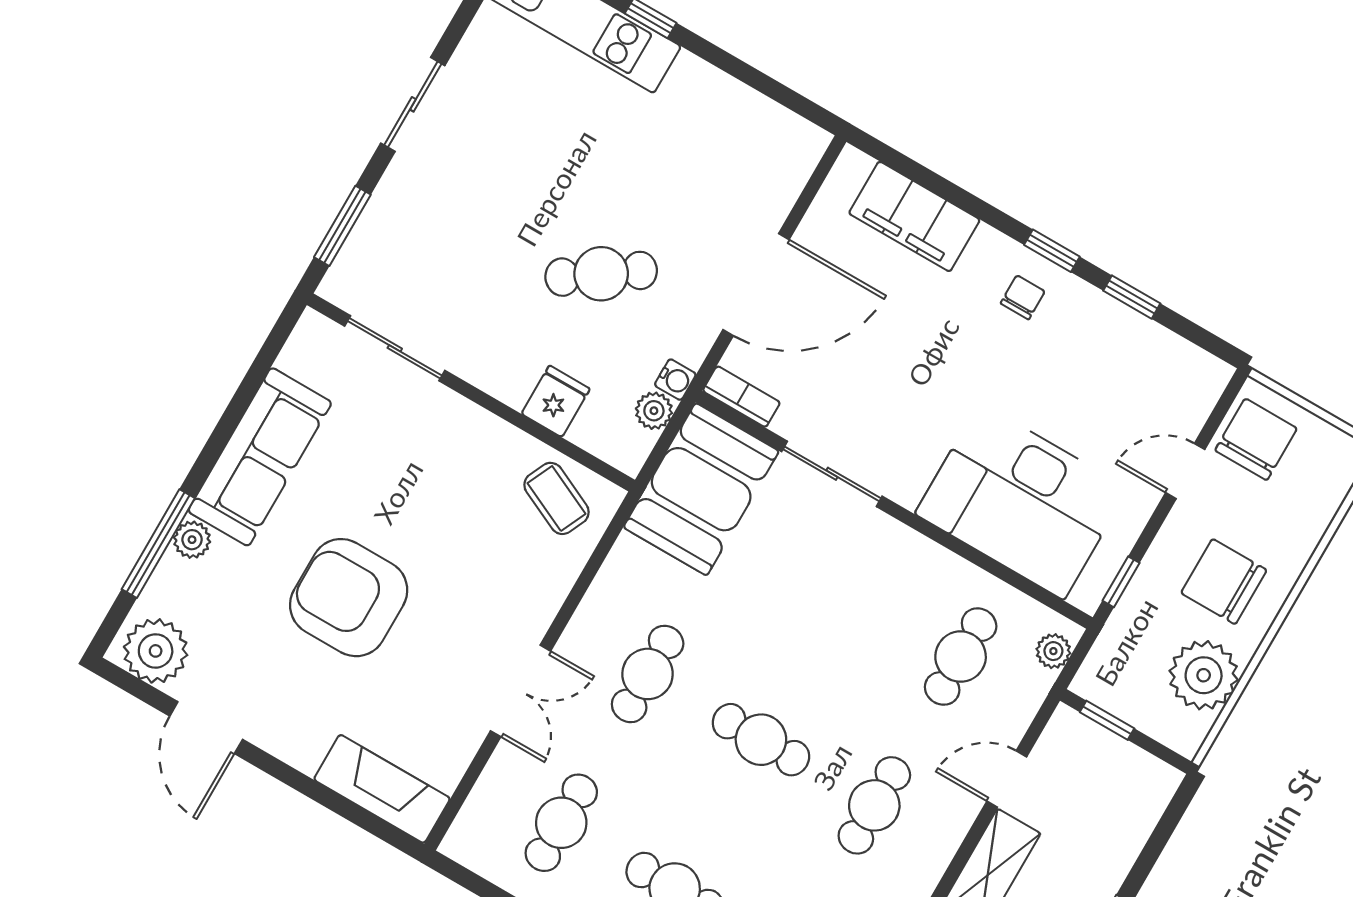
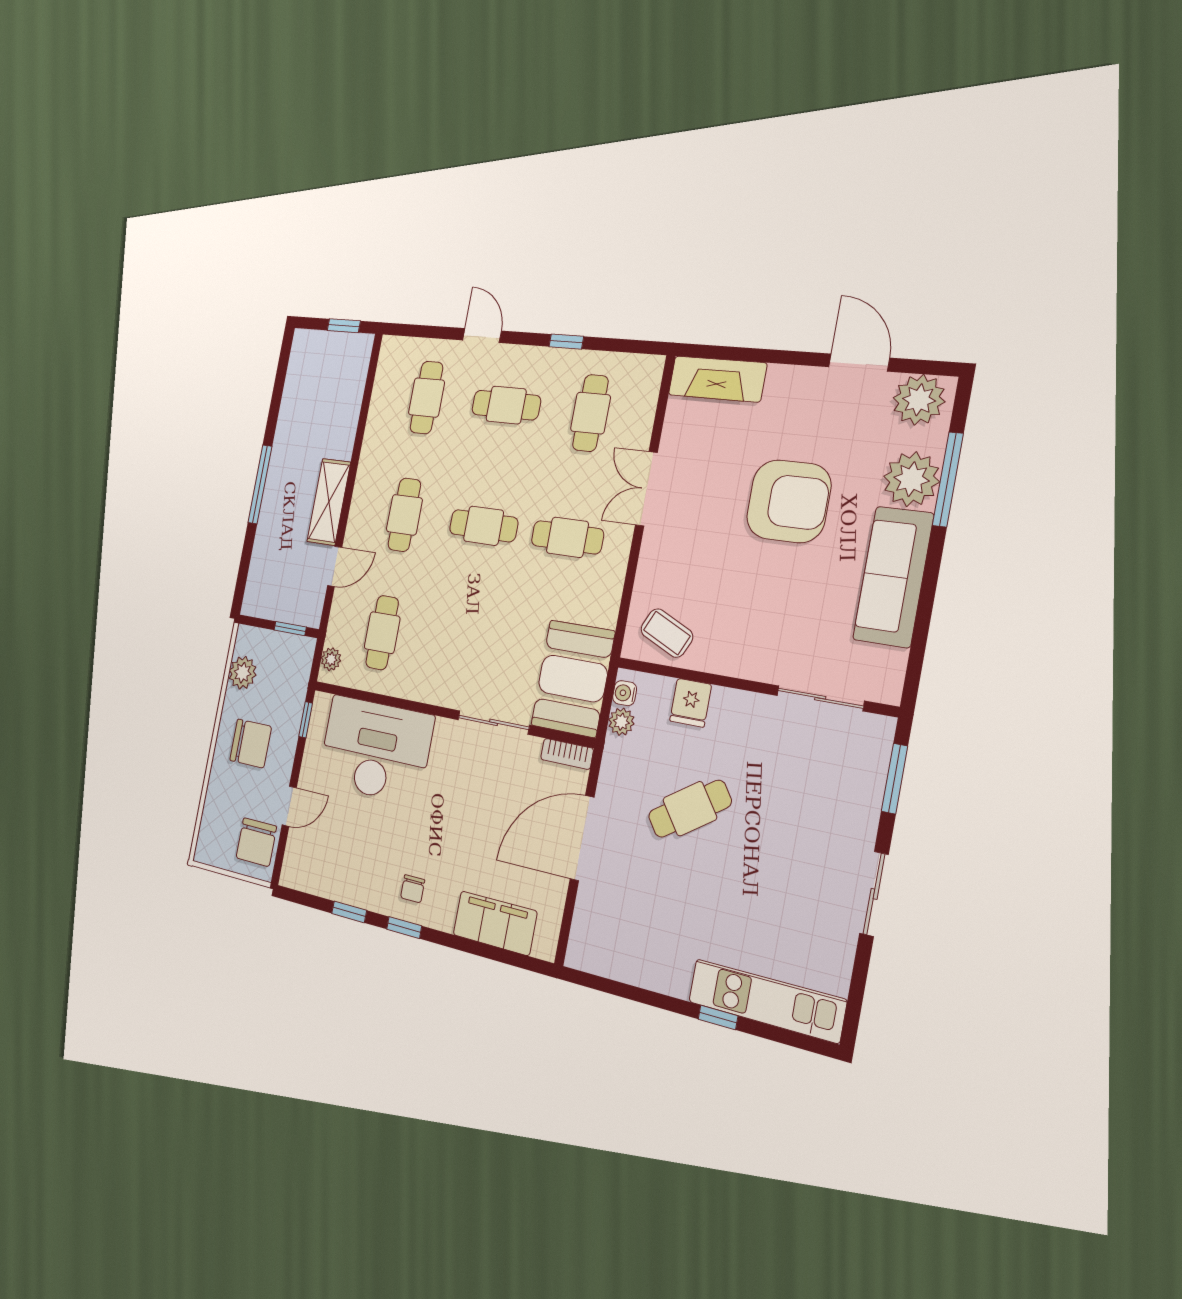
water cooler: (675, 380) -> (625, 693), moved
plant: (192, 540) -> (912, 479), width x1.88, depth x1.88
cafe table: (648, 674) -> (567, 537), turned 90
plant: (1204, 675) -> (243, 673), width x0.73, depth x0.73

